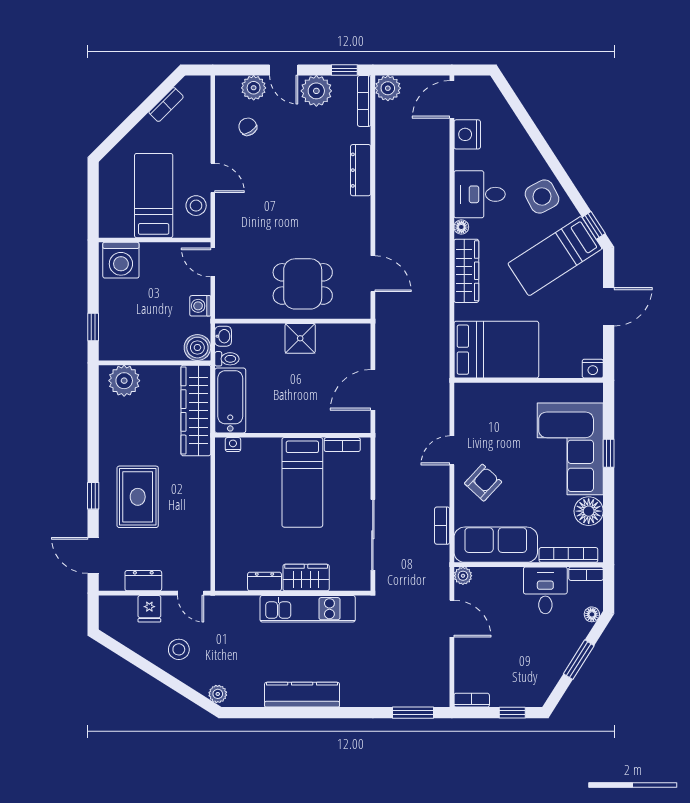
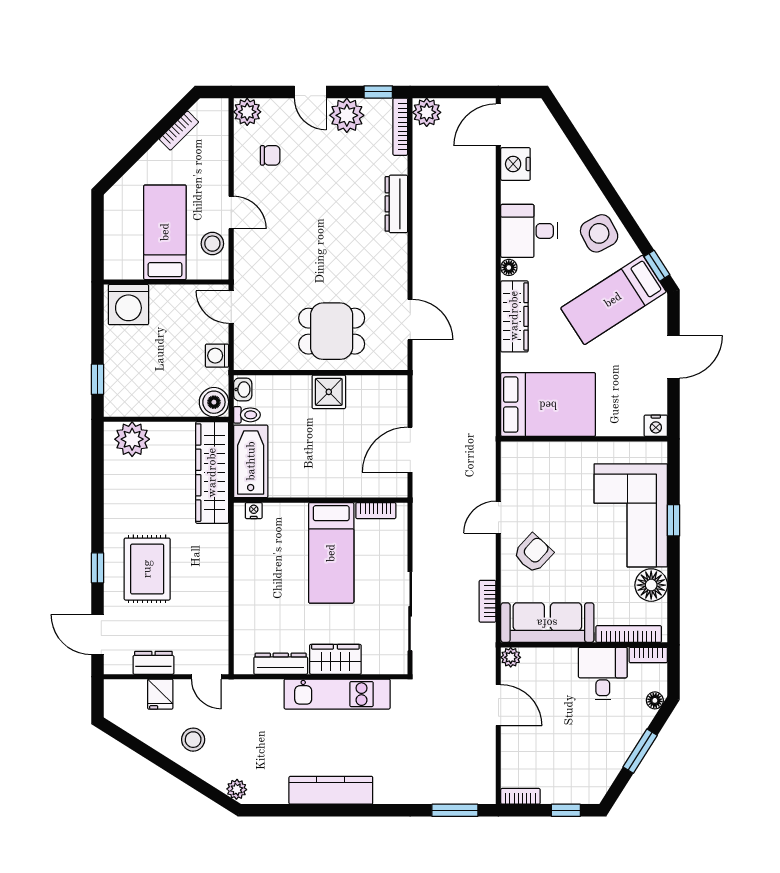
plant: (254, 88) -> (247, 112), moved
chair: (248, 127) -> (270, 155), turned 123
dresser: (264, 582) -> (281, 664), width x1.44

